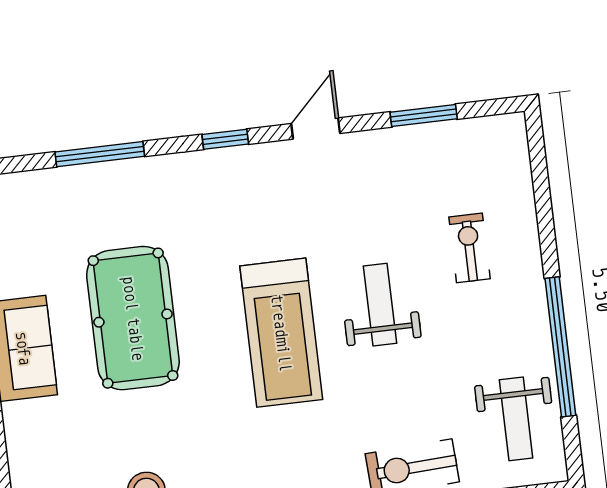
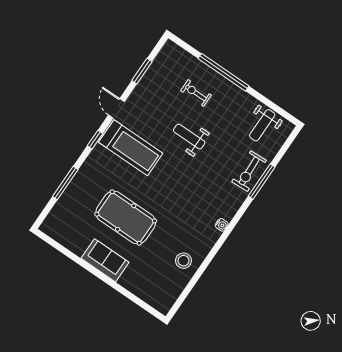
treadmill: (281, 333) -> (131, 148), moved
window: (560, 347) -> (224, 72), moved
weight bench: (516, 419) -> (262, 125), turned 90

